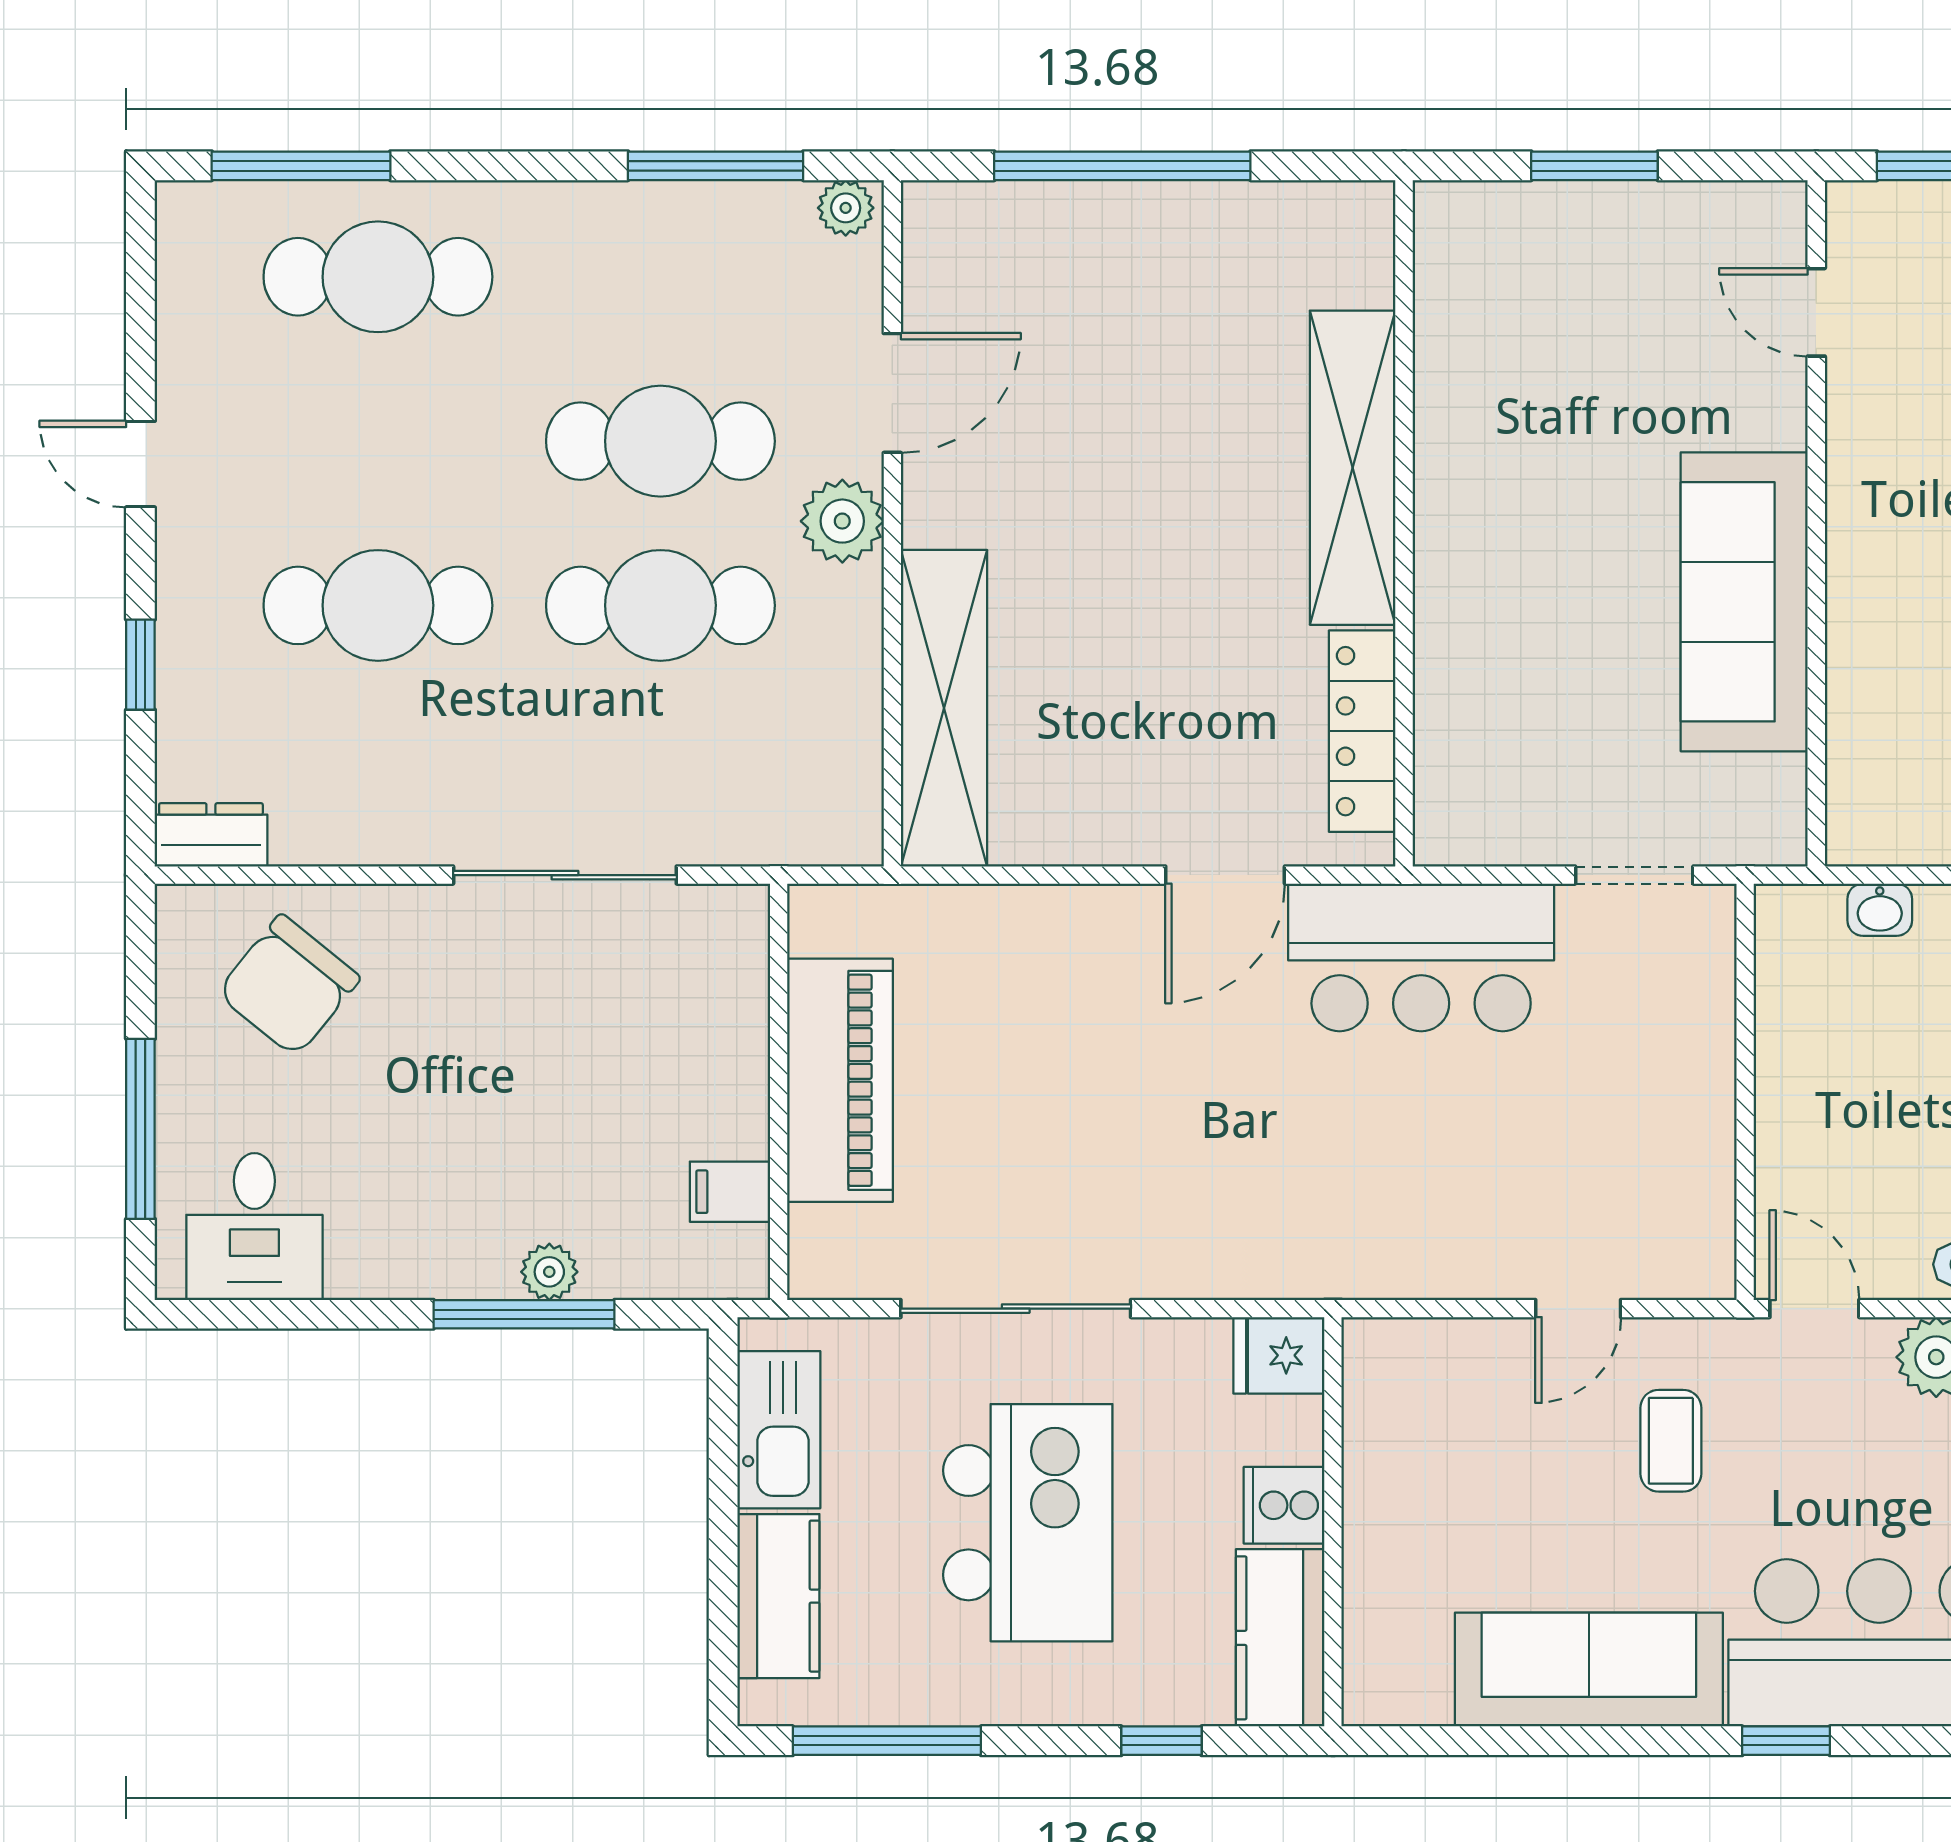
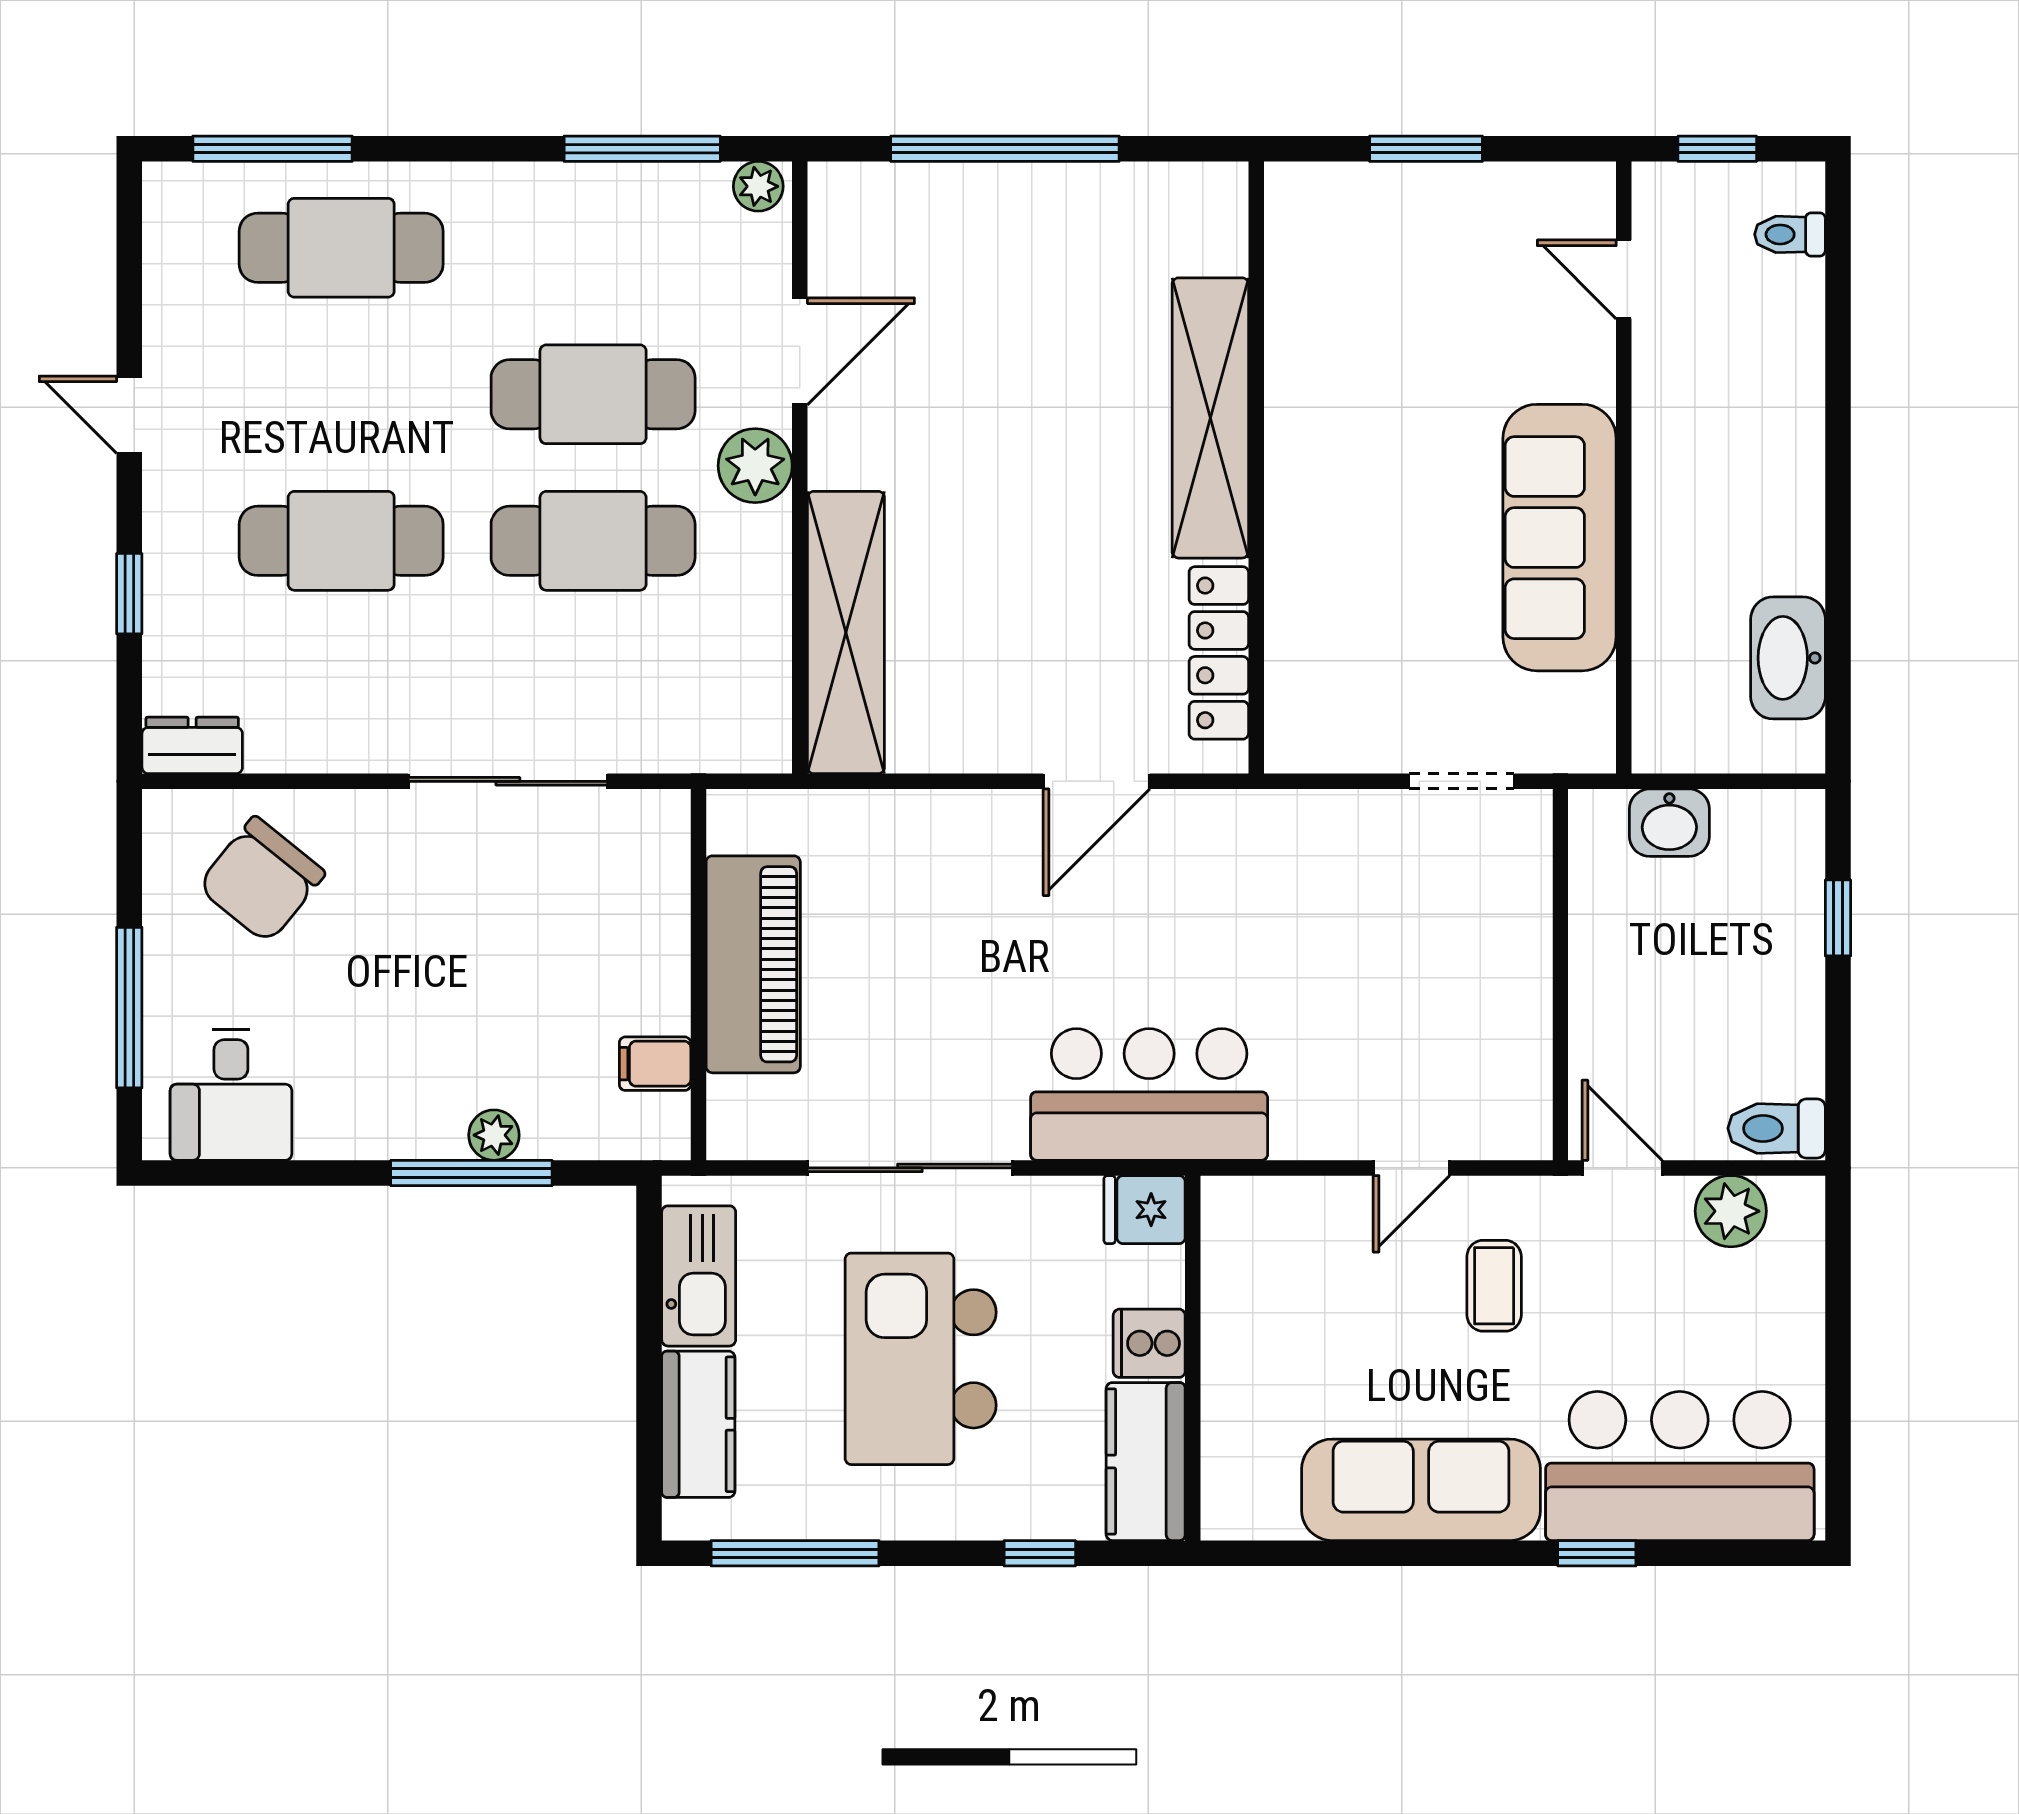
washbasin: (1880, 910) -> (1669, 823), width x1.38, depth x1.45
bar counter: (1421, 957) -> (1149, 1094), moved, turned 180
kitchen island: (1028, 1523) -> (921, 1359), turned 180

